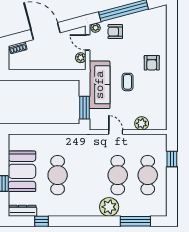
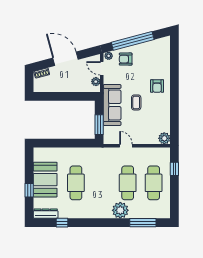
plant: (142, 123) -> (164, 138), moved

